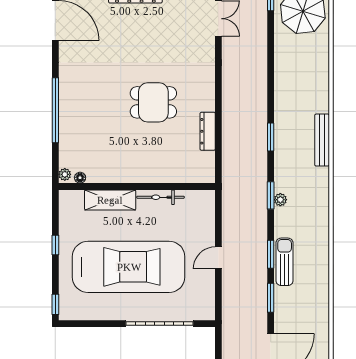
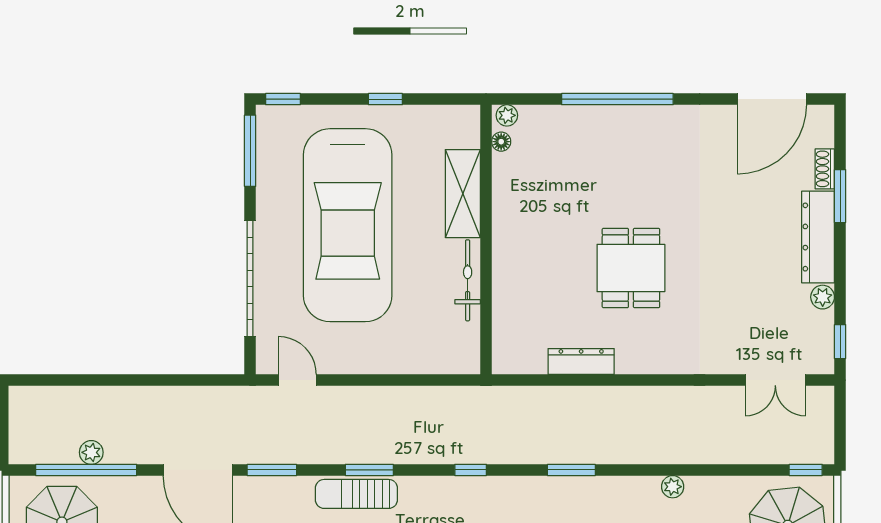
window: (271, 195) -> (471, 470), width x0.67
plant: (280, 200) -> (673, 487), moved
door: (218, 258) -> (297, 380), moved
sun lounger: (285, 262) -> (356, 494), turned 180
window: (271, 298) -> (272, 470), moved
window: (85, 324) -> (250, 151), added

